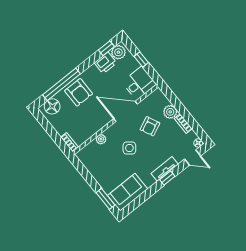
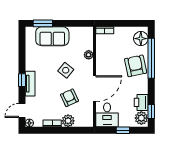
armchair: (79, 92) -> (136, 66), turned 78
sofa: (128, 192) -> (52, 36), moved, turned 90

